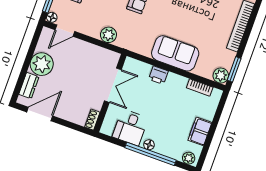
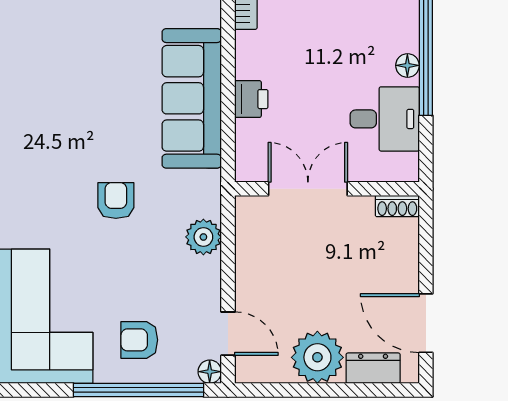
sofa: (175, 53) -> (192, 98), width x1.36

